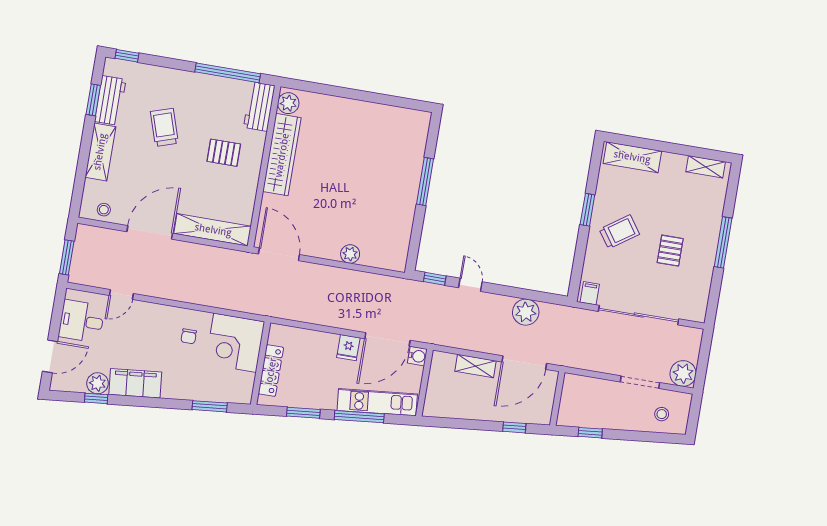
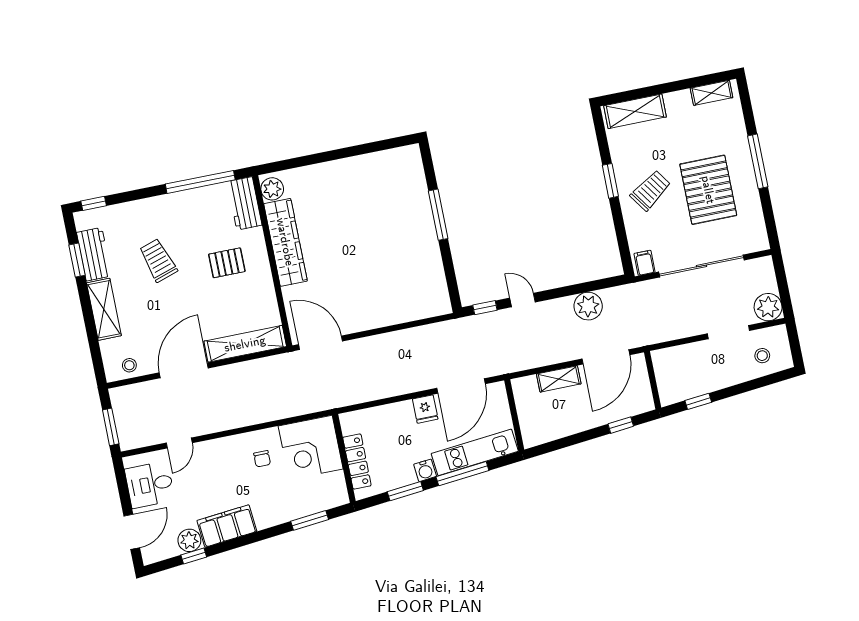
pallet: (670, 251) -> (708, 190), width x2.05, depth x2.00
plant: (350, 254) -> (391, 315), removed
water cooler: (417, 356) -> (425, 470), moved, turned 84

